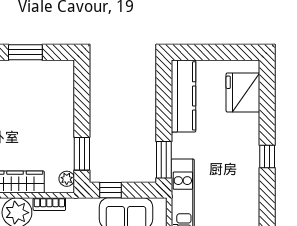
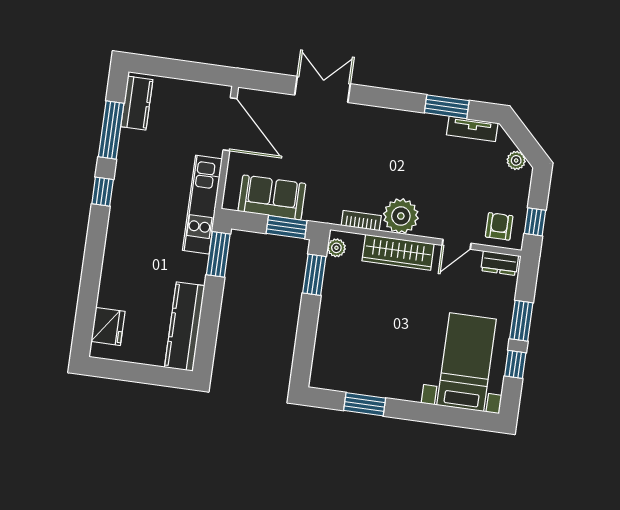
fridge: (243, 92) -> (108, 326), width x0.73, depth x0.75
window: (267, 157) -> (103, 192), moved
window: (111, 190) -> (287, 227), width x1.50

